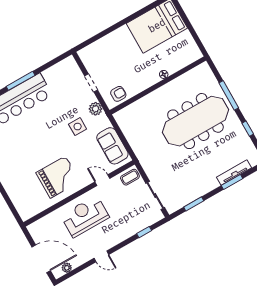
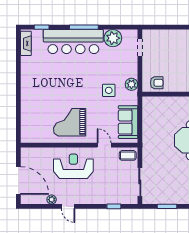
plant: (54, 76) -> (113, 38), added
doorway: (91, 83) -> (140, 48), moved
grand piano: (58, 177) -> (70, 122), turned 180
plant: (67, 268) -> (52, 200), moved

